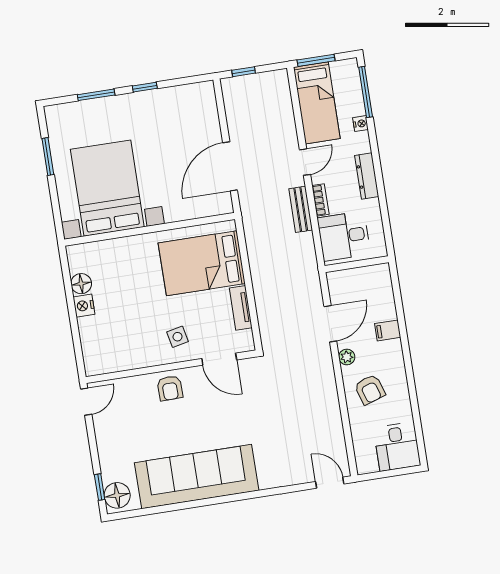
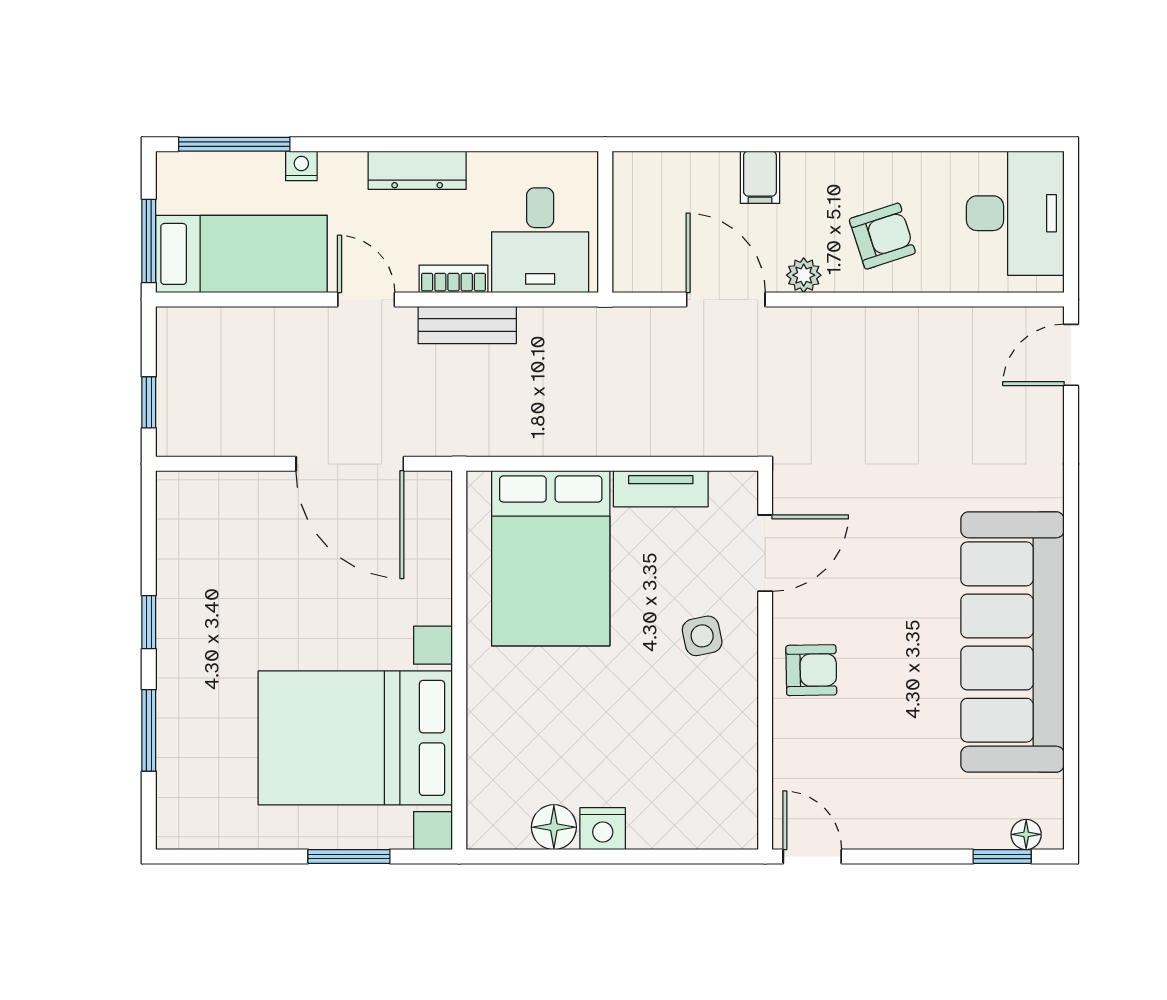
window: (48, 157) -> (349, 856), moved
desk: (397, 447) -> (1015, 213), width x1.37
floor lamp: (117, 495) -> (1026, 834), width x0.53, depth x0.53

